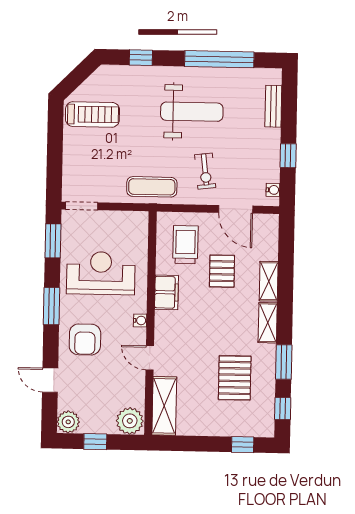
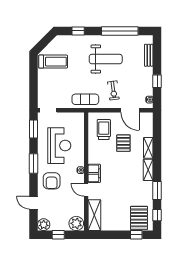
reception desk: (101, 273) -> (59, 146), turned 90
filing cabinet: (166, 292) -> (94, 173), moved
pallet: (235, 378) -> (139, 218), moved

